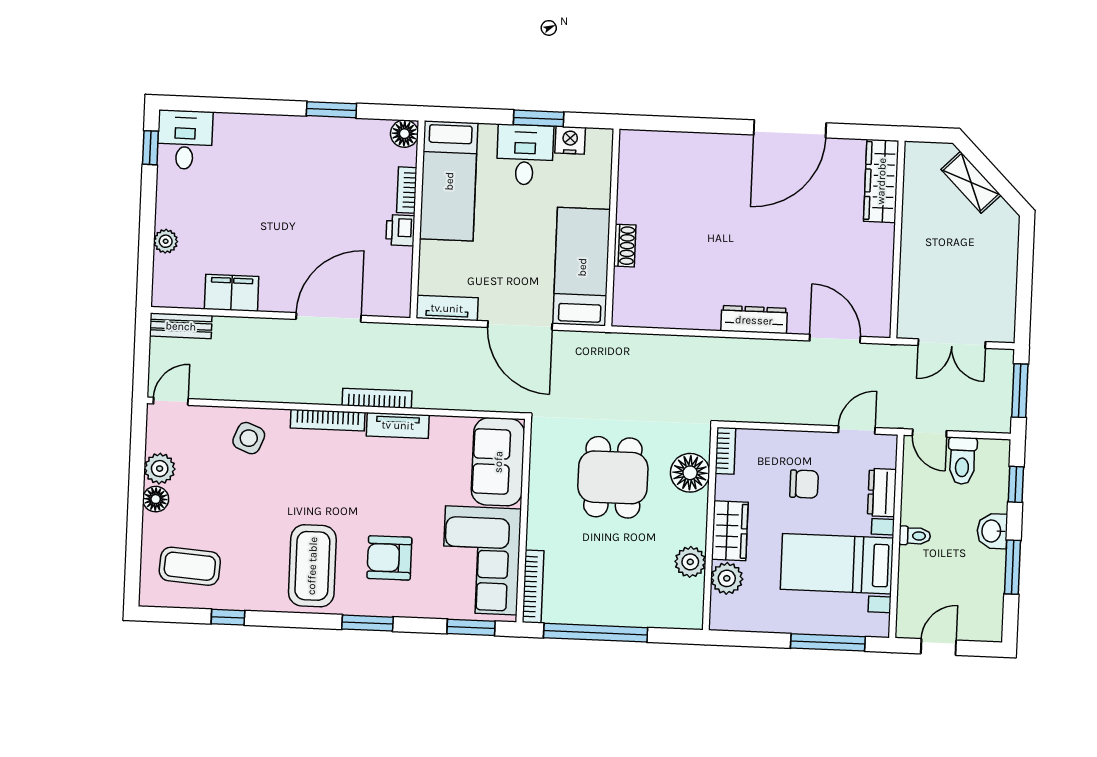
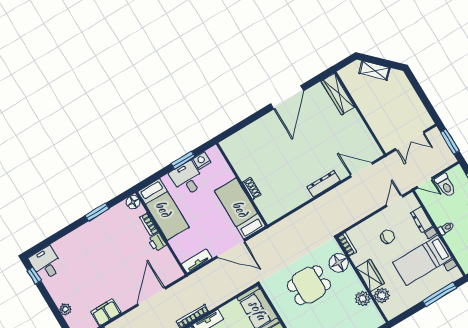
dining table: (613, 477) -> (309, 285), turned 90

